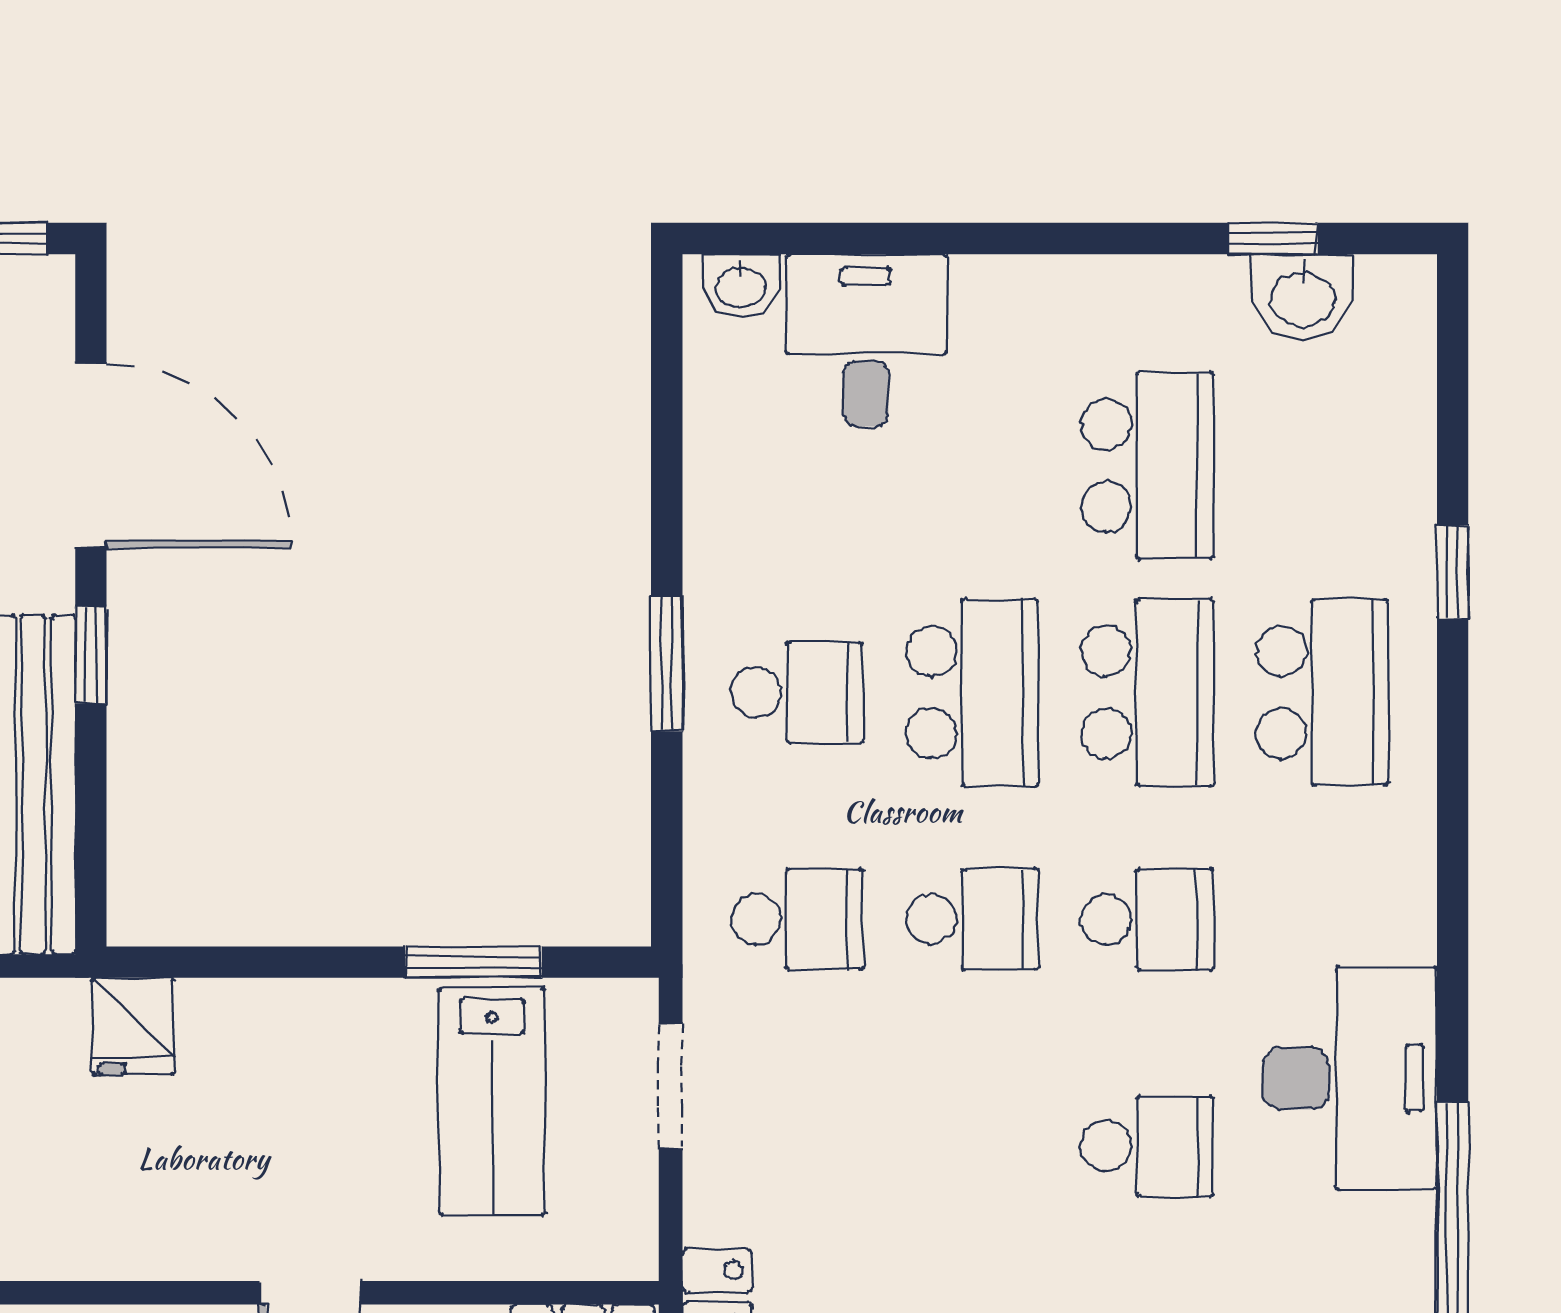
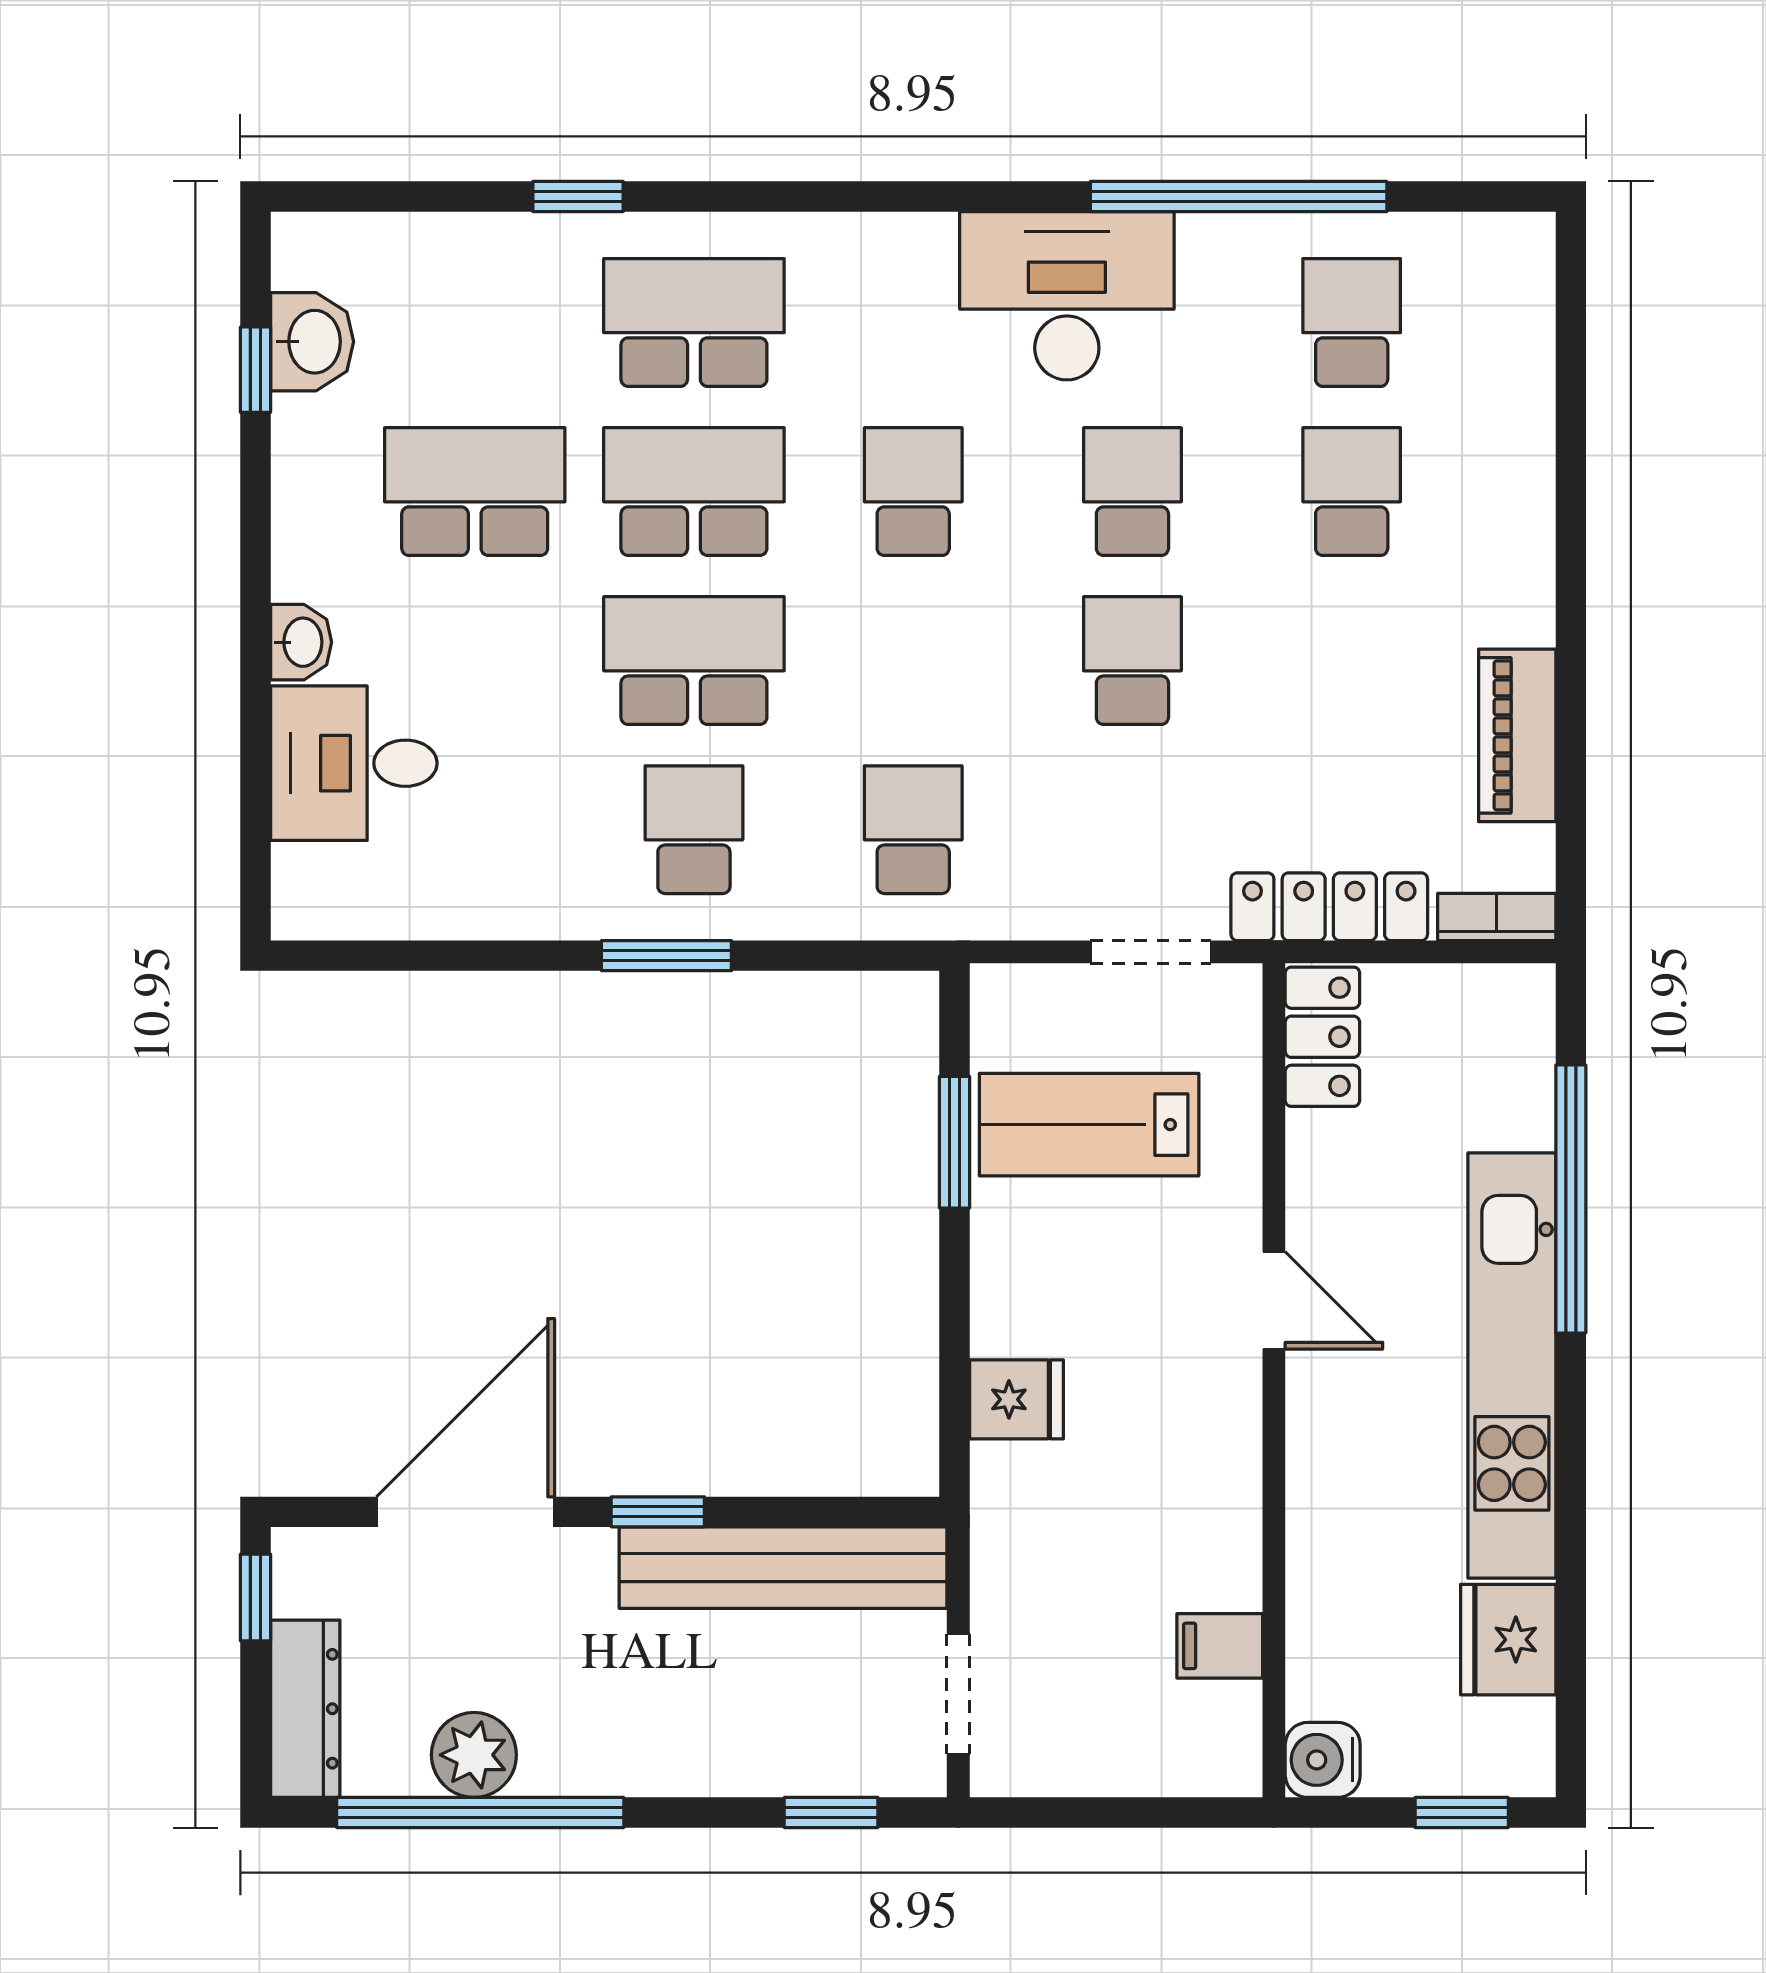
washbasin: (741, 286) -> (301, 642), moved
school desk: (972, 919) -> (1132, 661), moved
fridge: (133, 1026) -> (1017, 1399), moved
doorway: (671, 1086) -> (1151, 952), moved
lab bench: (492, 1101) -> (1089, 1125), turned 180

